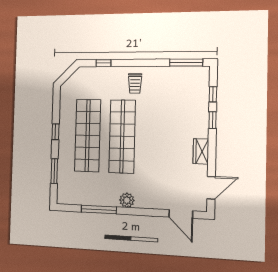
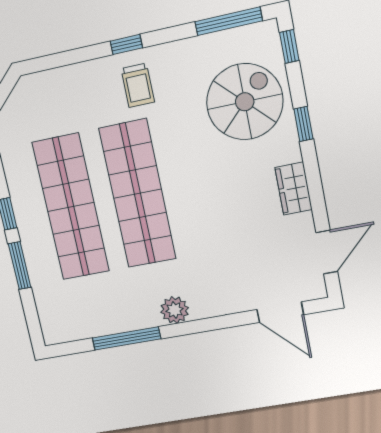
window: (103, 63) -> (126, 45), moved
window: (213, 94) -> (289, 46), moved
spiral stairs: (186, 103) -> (245, 102), added
window: (54, 171) -> (20, 265), moved

